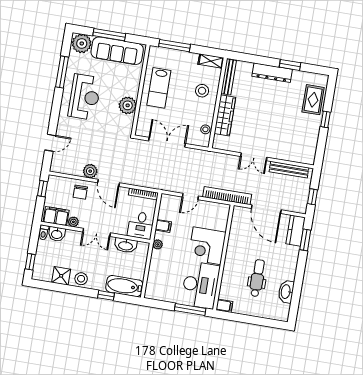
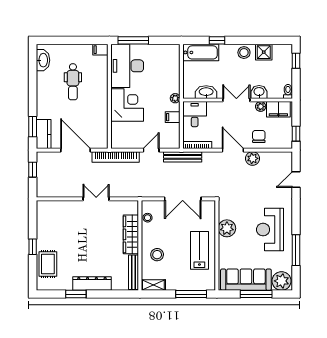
bench: (289, 170) -> (183, 157), moved
washbasin: (57, 234) -> (259, 92), moved
washbasin: (286, 292) -> (43, 60), moved

